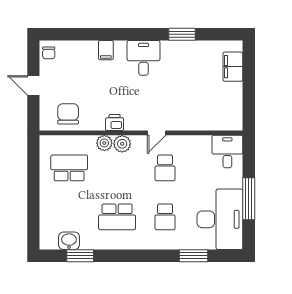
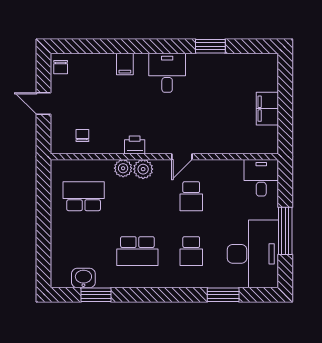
filing cabinet: (233, 67) -> (267, 109), moved
chair: (68, 114) -> (82, 136), width x0.54, depth x0.54

